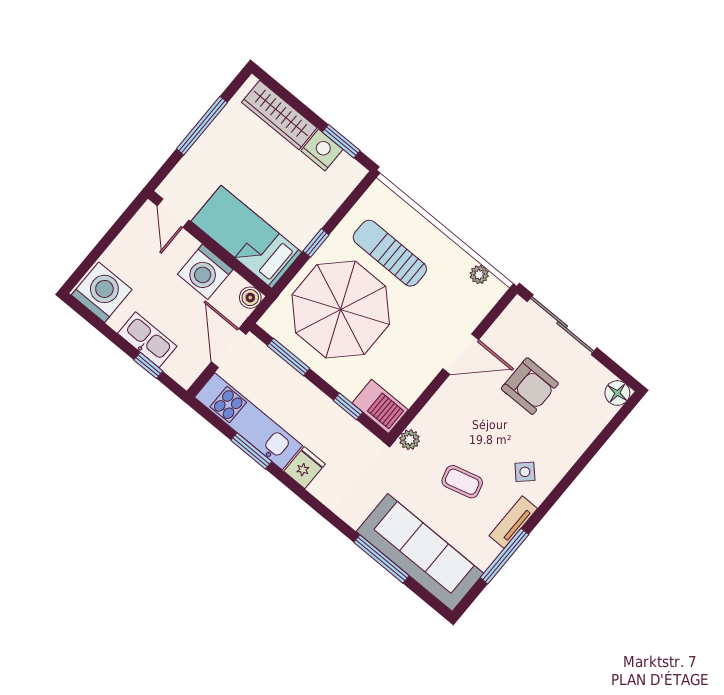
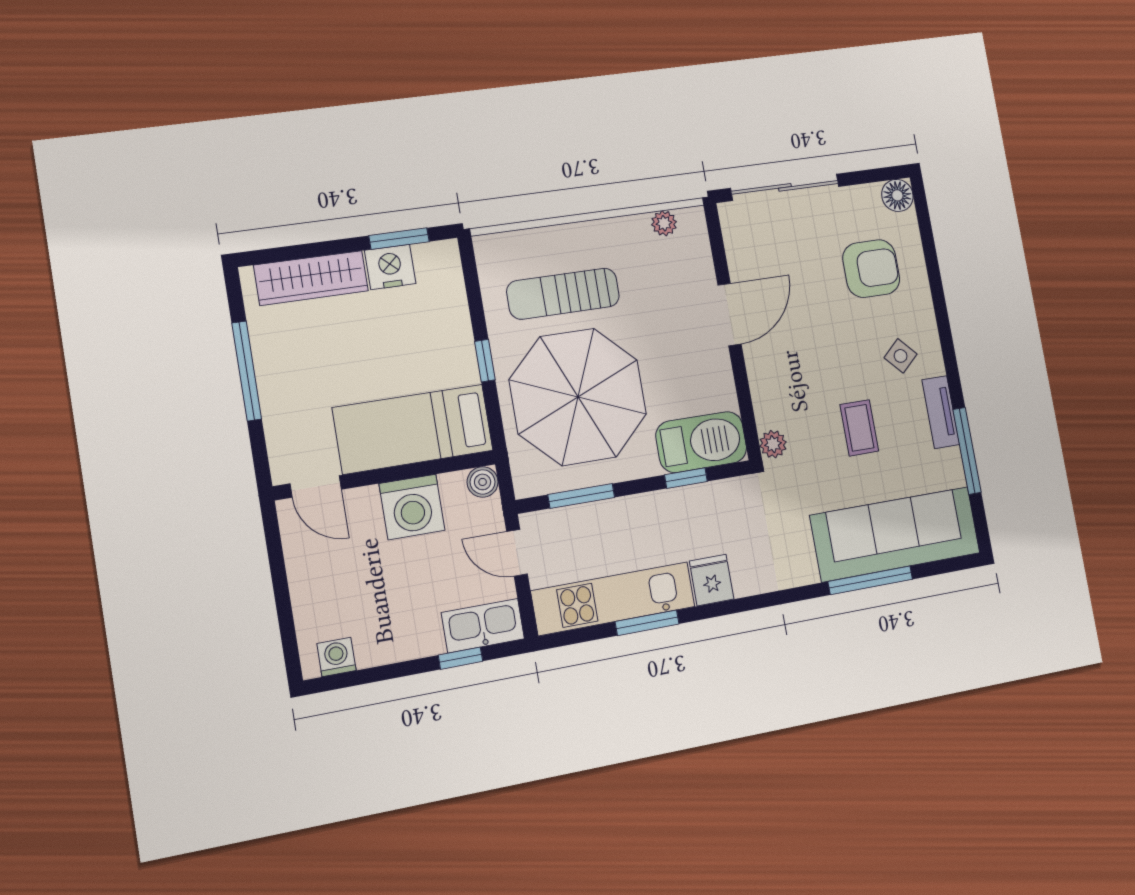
washing machine: (102, 292) -> (336, 657), width x0.53, depth x0.53
kitchen sink: (147, 340) -> (483, 626), moved
door: (229, 348) -> (517, 553), width x0.73
armchair: (530, 386) -> (871, 269), moved
barbecue: (380, 406) -> (701, 442), width x1.37, depth x1.21
coffee table: (462, 482) -> (859, 428), turned -75

